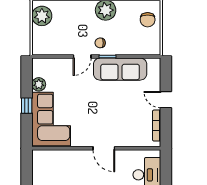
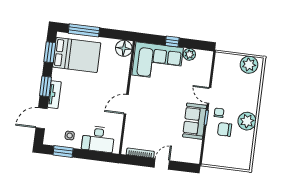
chair: (148, 20) -> (225, 129), moved
sofa: (120, 69) -> (195, 121), width x0.73
floor lamp: (41, 159) -> (124, 48), added

